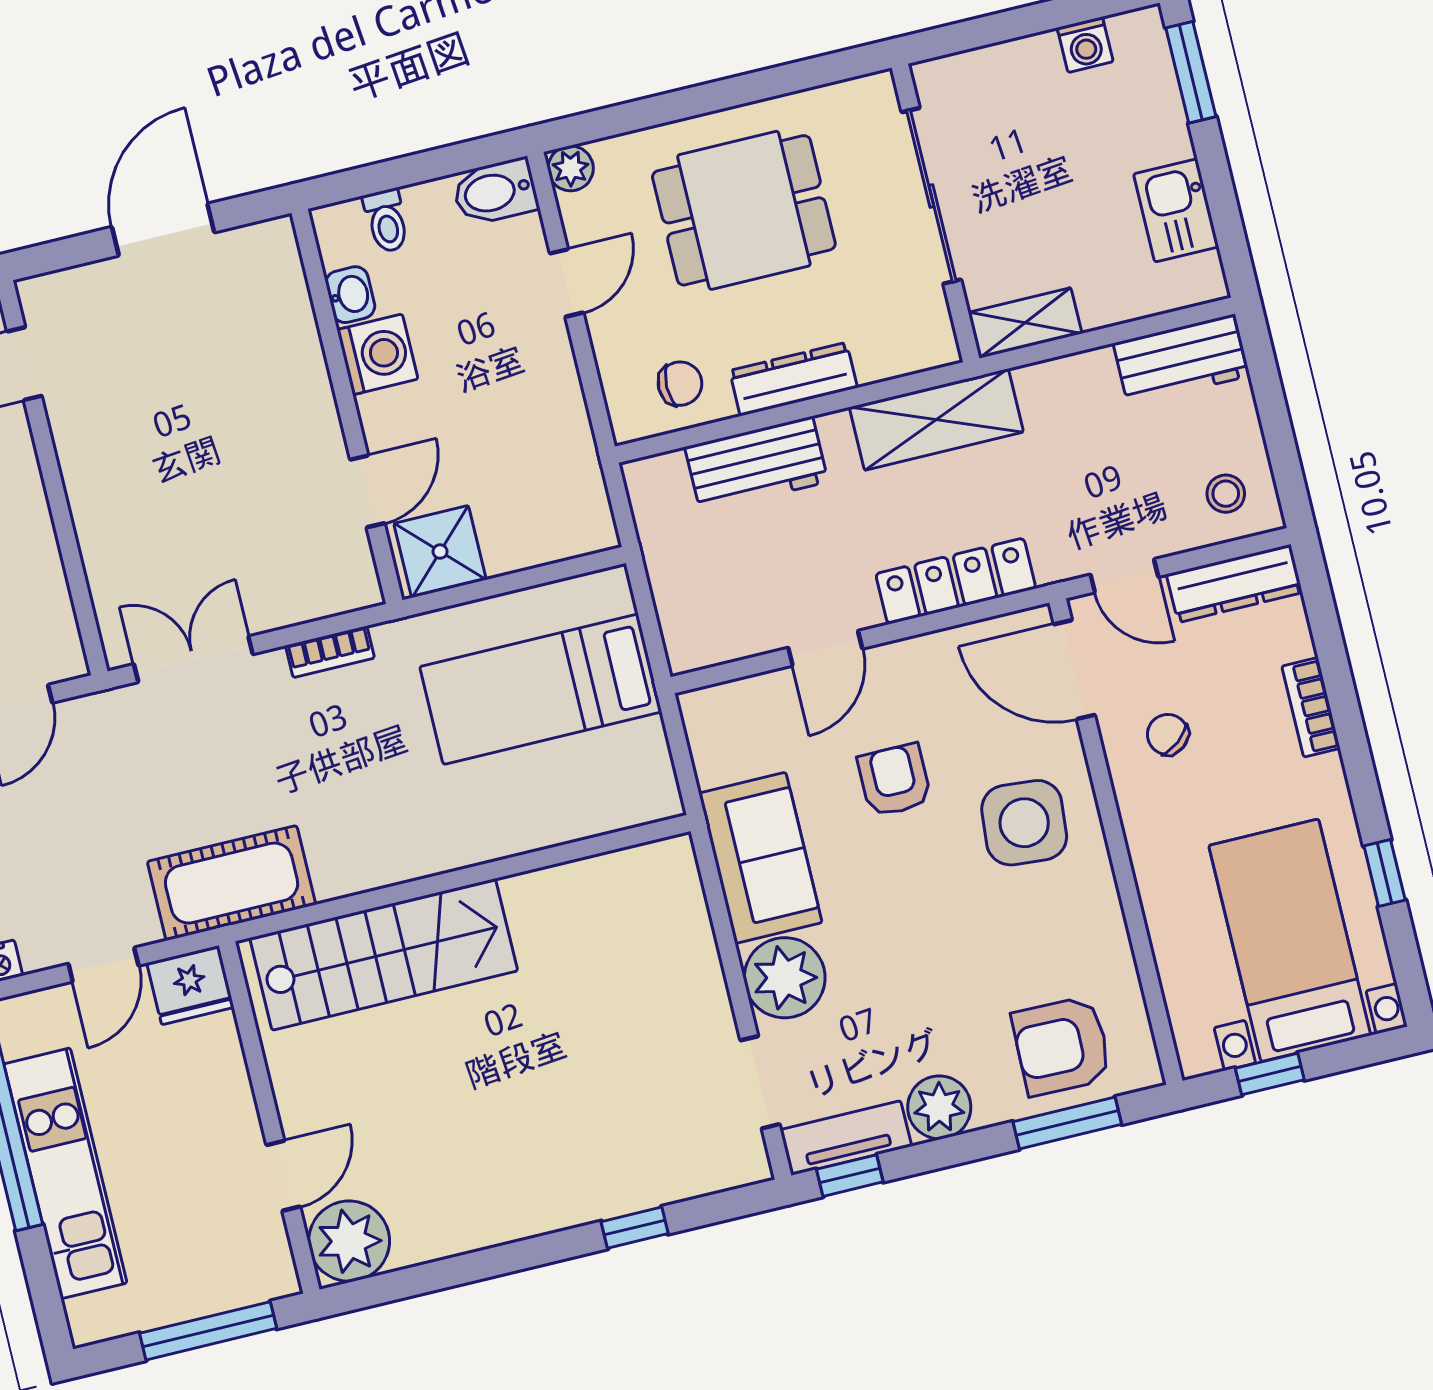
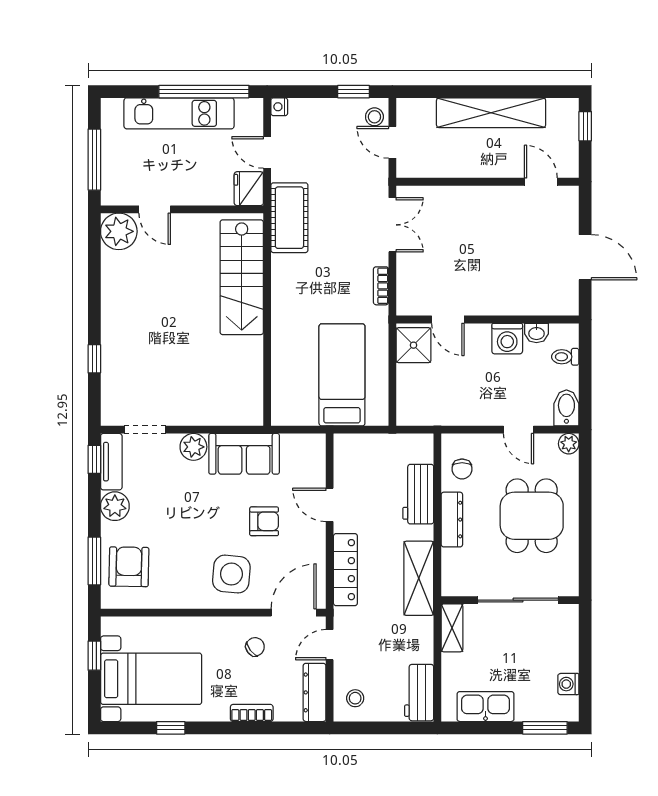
kitchen sink: (1176, 210) -> (485, 707), width x1.38
plant: (785, 978) -> (193, 447), width x0.73, depth x0.73

